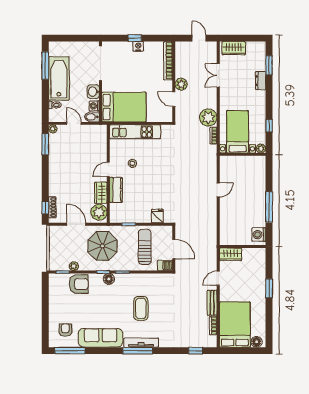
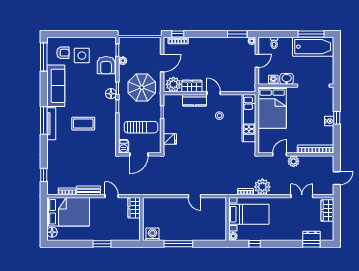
bathtub: (59, 78) -> (313, 47), moved
dresser: (261, 81) -> (312, 236), moved
bidet: (92, 117) -> (263, 78), removed
side table: (68, 310) -> (82, 56), added

